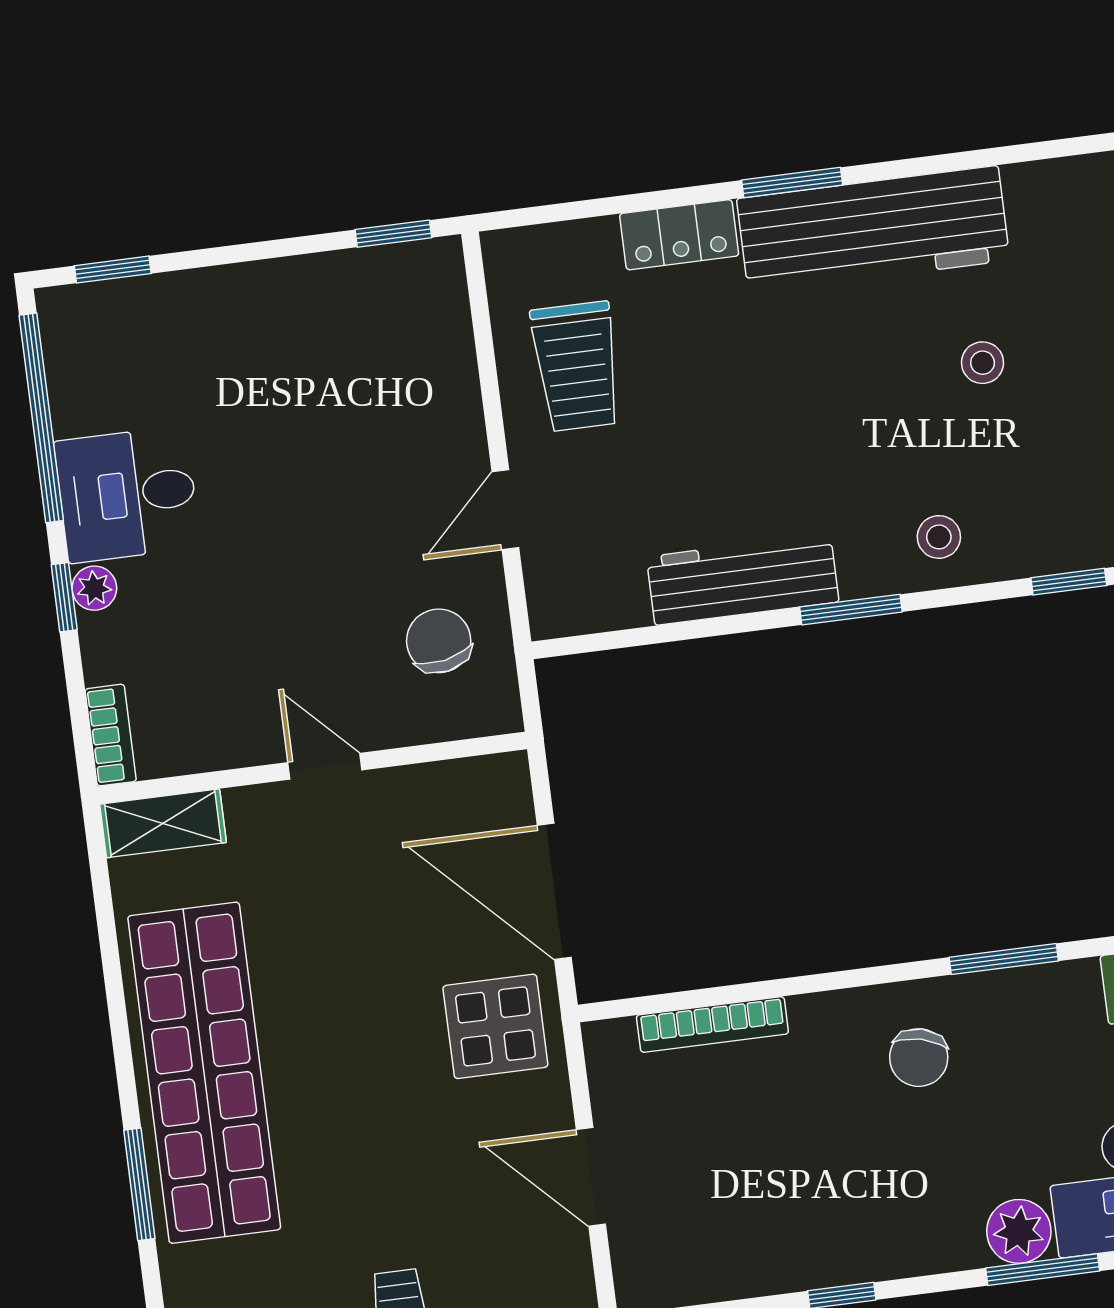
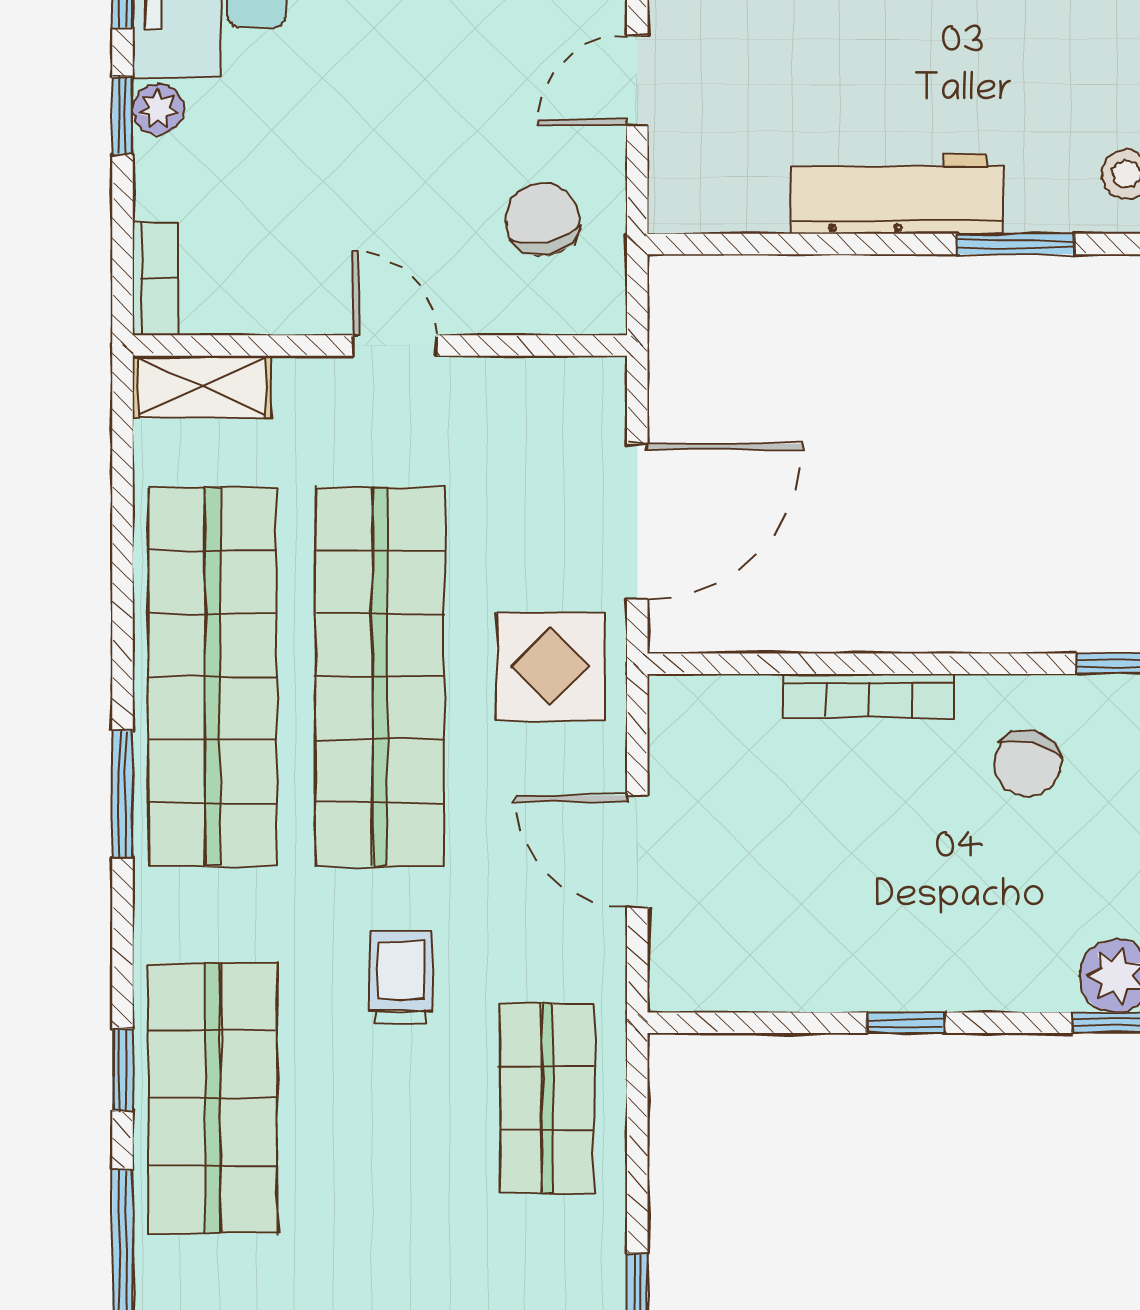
door: (554, 891) -> (637, 521), swing flipped
bookcase: (712, 1025) -> (868, 696), moved
shop shelf: (349, 1054) -> (380, 677), added

